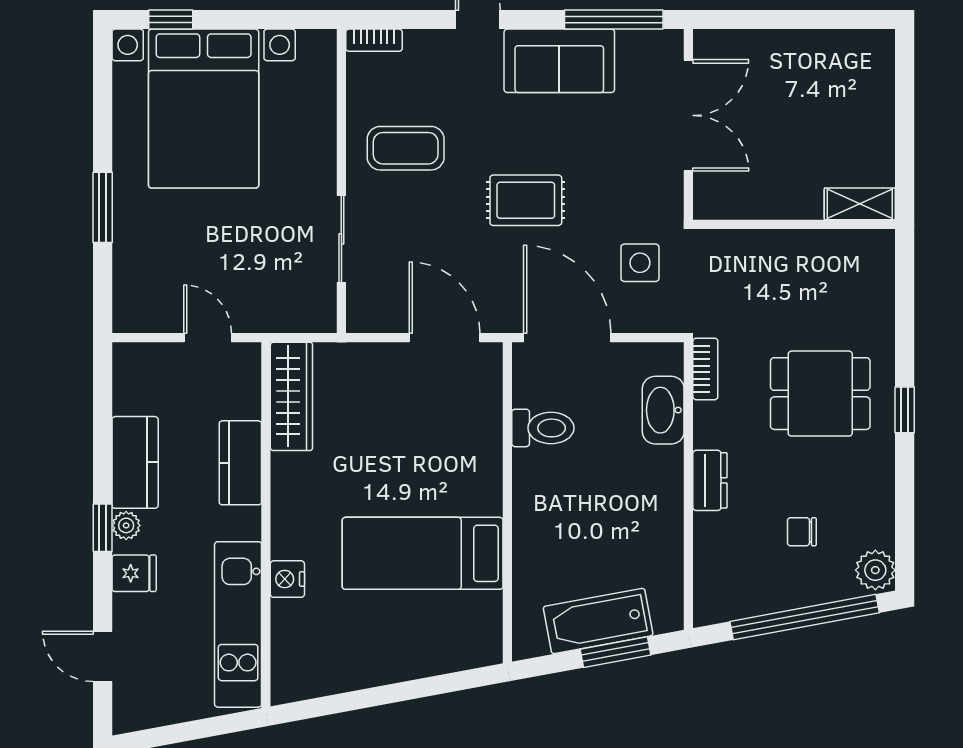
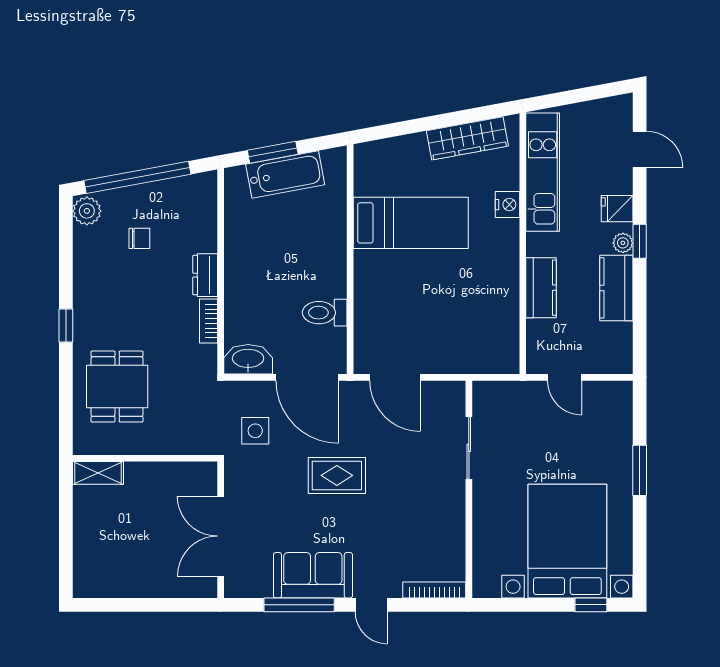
window: (614, 20) -> (299, 605), moved
bookcase: (374, 40) -> (434, 590), width x1.56
coffee table: (406, 148) -> (423, 513), removed
bookcase: (705, 369) -> (208, 321), moved
dining table: (820, 394) -> (117, 387), moved, turned 90
wardrobe: (291, 396) -> (467, 138), moved, turned -100
washbasin: (663, 410) -> (248, 359), moved, turned -90

